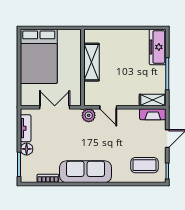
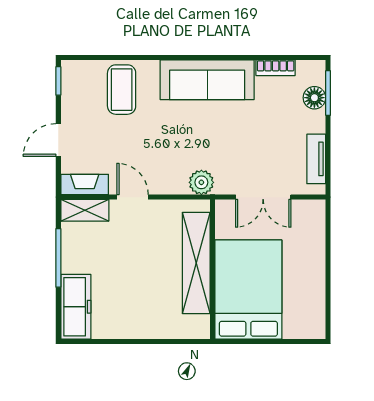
bed: (39, 56) -> (248, 290), moved
shelving: (91, 62) -> (196, 263), width x1.47
door: (108, 107) -> (133, 197), moved
floor lamp: (27, 149) -> (314, 98), moved
coffee table: (144, 165) -> (122, 90), moved, turned 90

